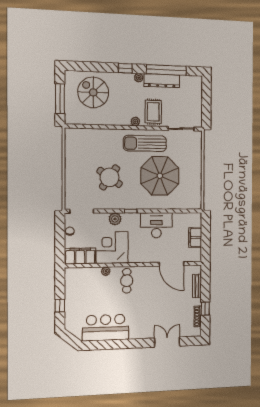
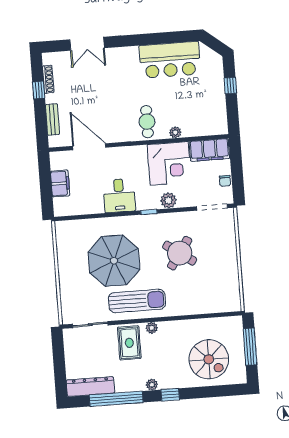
dresser: (162, 81) -> (90, 387), moved
desk: (156, 225) -> (119, 196), width x0.73

